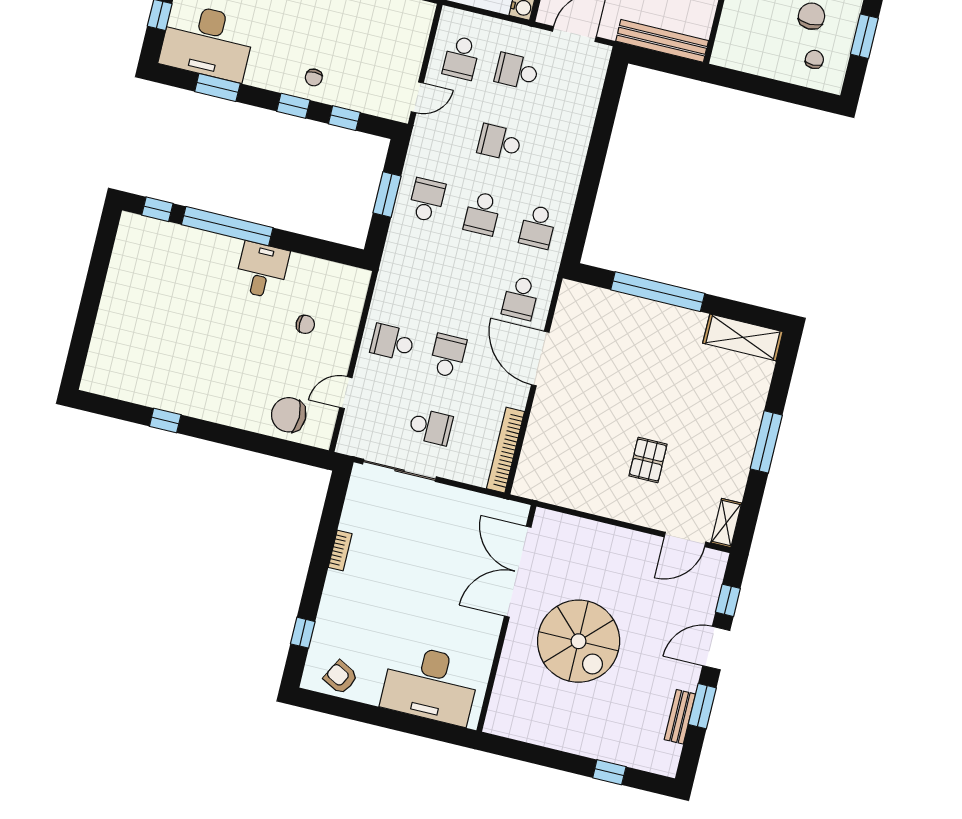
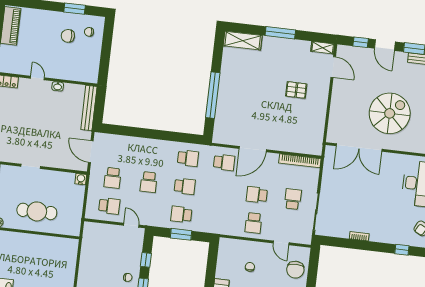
shelving: (743, 337) -> (243, 41), moved, turned 90

